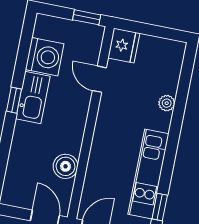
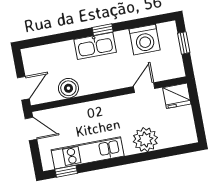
window: (87, 17) -> (184, 43), moved
kitchen sink: (33, 98) -> (95, 46), moved
plant: (167, 103) -> (145, 140), width x1.87, depth x1.87

